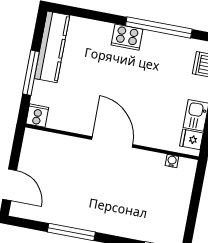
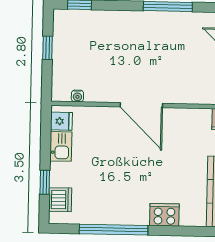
cooker: (127, 37) -> (164, 215), moved
window: (193, 212) -> (48, 48), added

